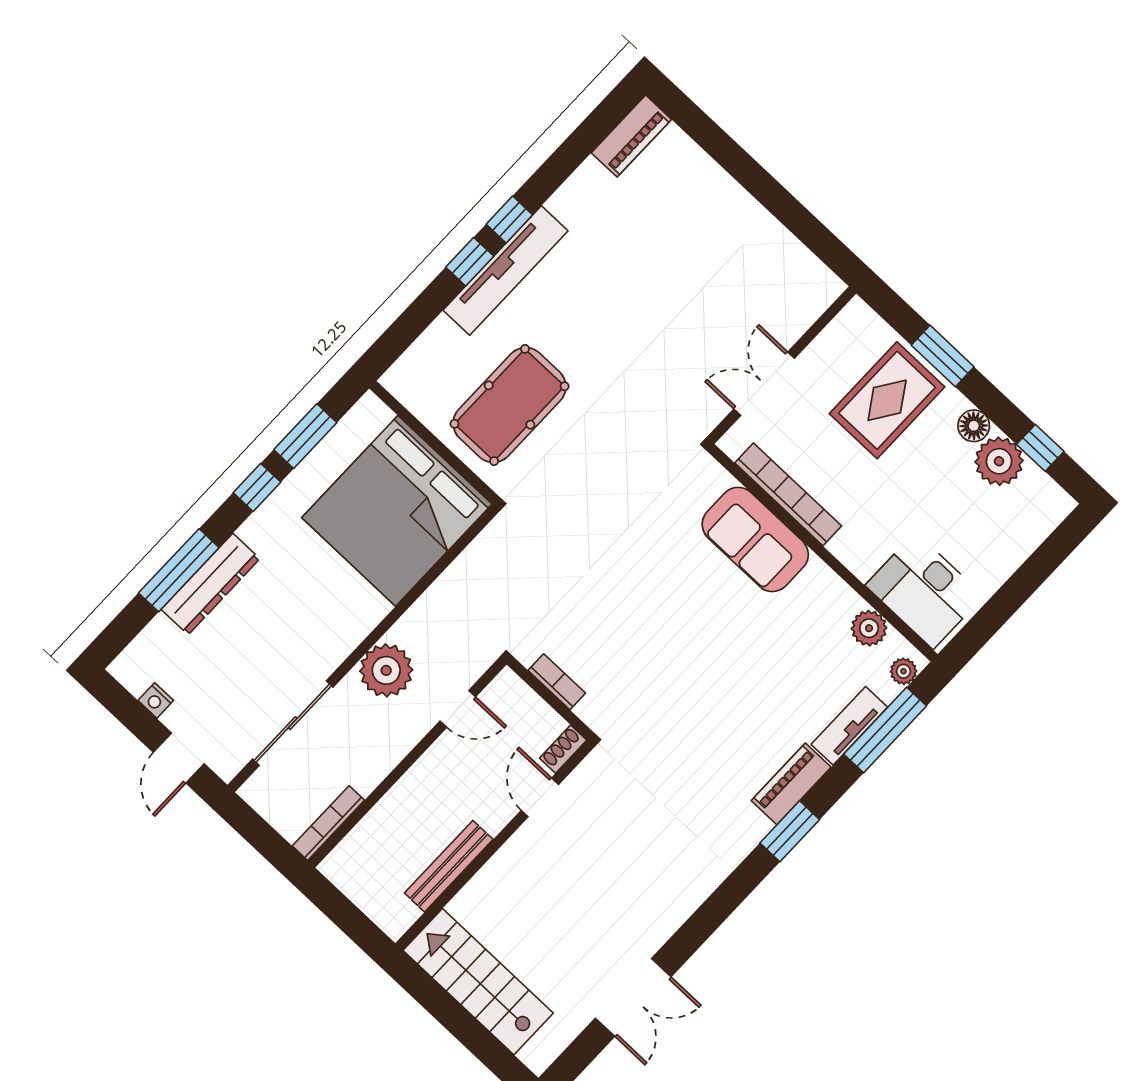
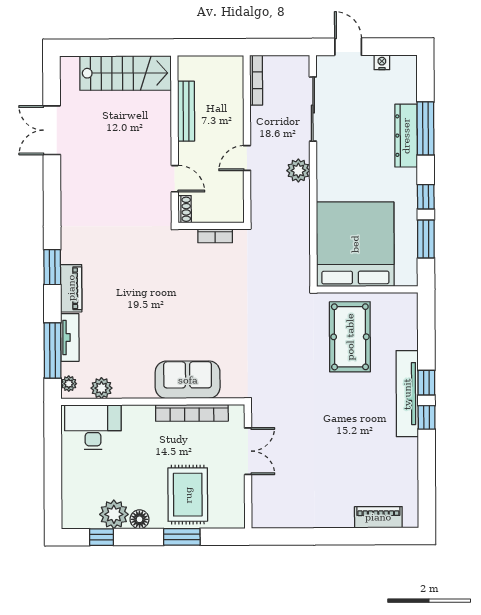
piano: (631, 136) -> (378, 517), moved, turned 90
plant: (386, 670) -> (298, 170), width x0.73, depth x0.73
door: (458, 709) -> (247, 158), moved

